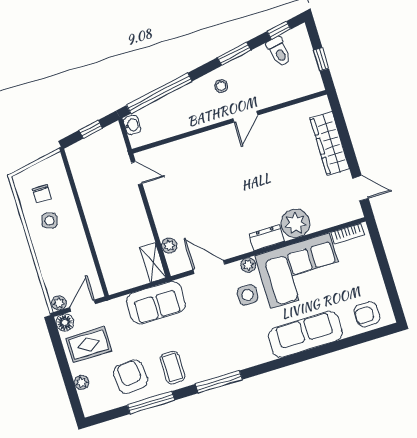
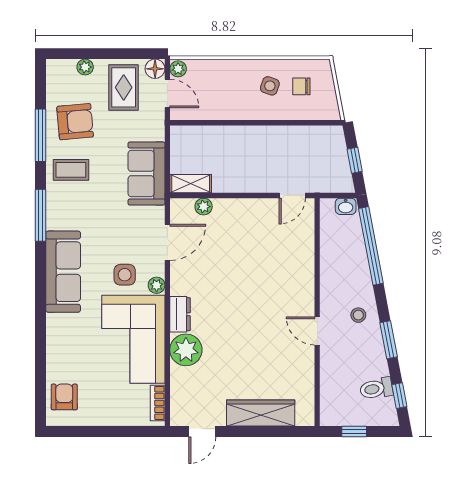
sofa: (305, 334) -> (63, 272), moved

